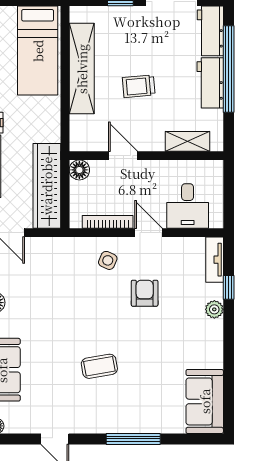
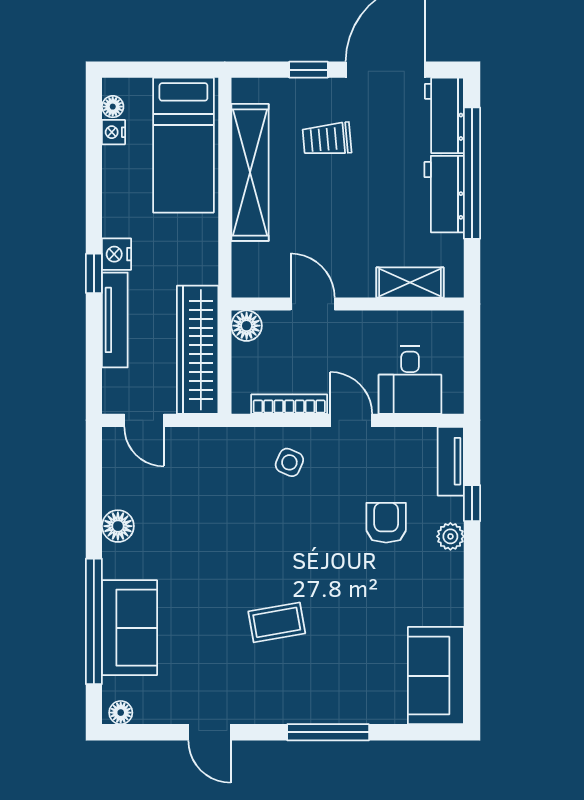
trolley: (139, 86) -> (327, 139), moved
armchair: (145, 293) -> (386, 523), moved

